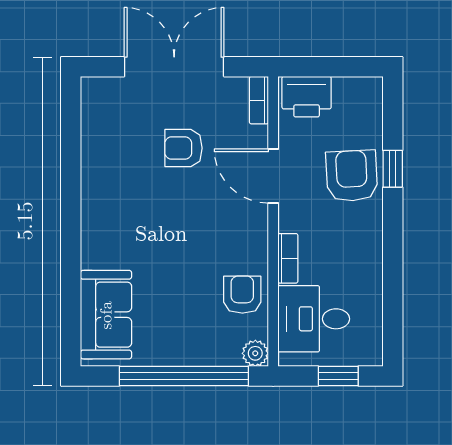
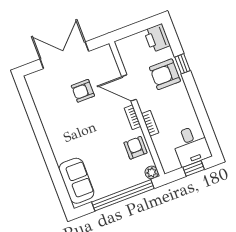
printer: (307, 97) -> (157, 38), moved, turned 90
bookcase: (259, 100) -> (133, 117), moved
armchair: (352, 176) -> (165, 74), turned -87
desk: (314, 319) -> (191, 146), moved, turned -90

